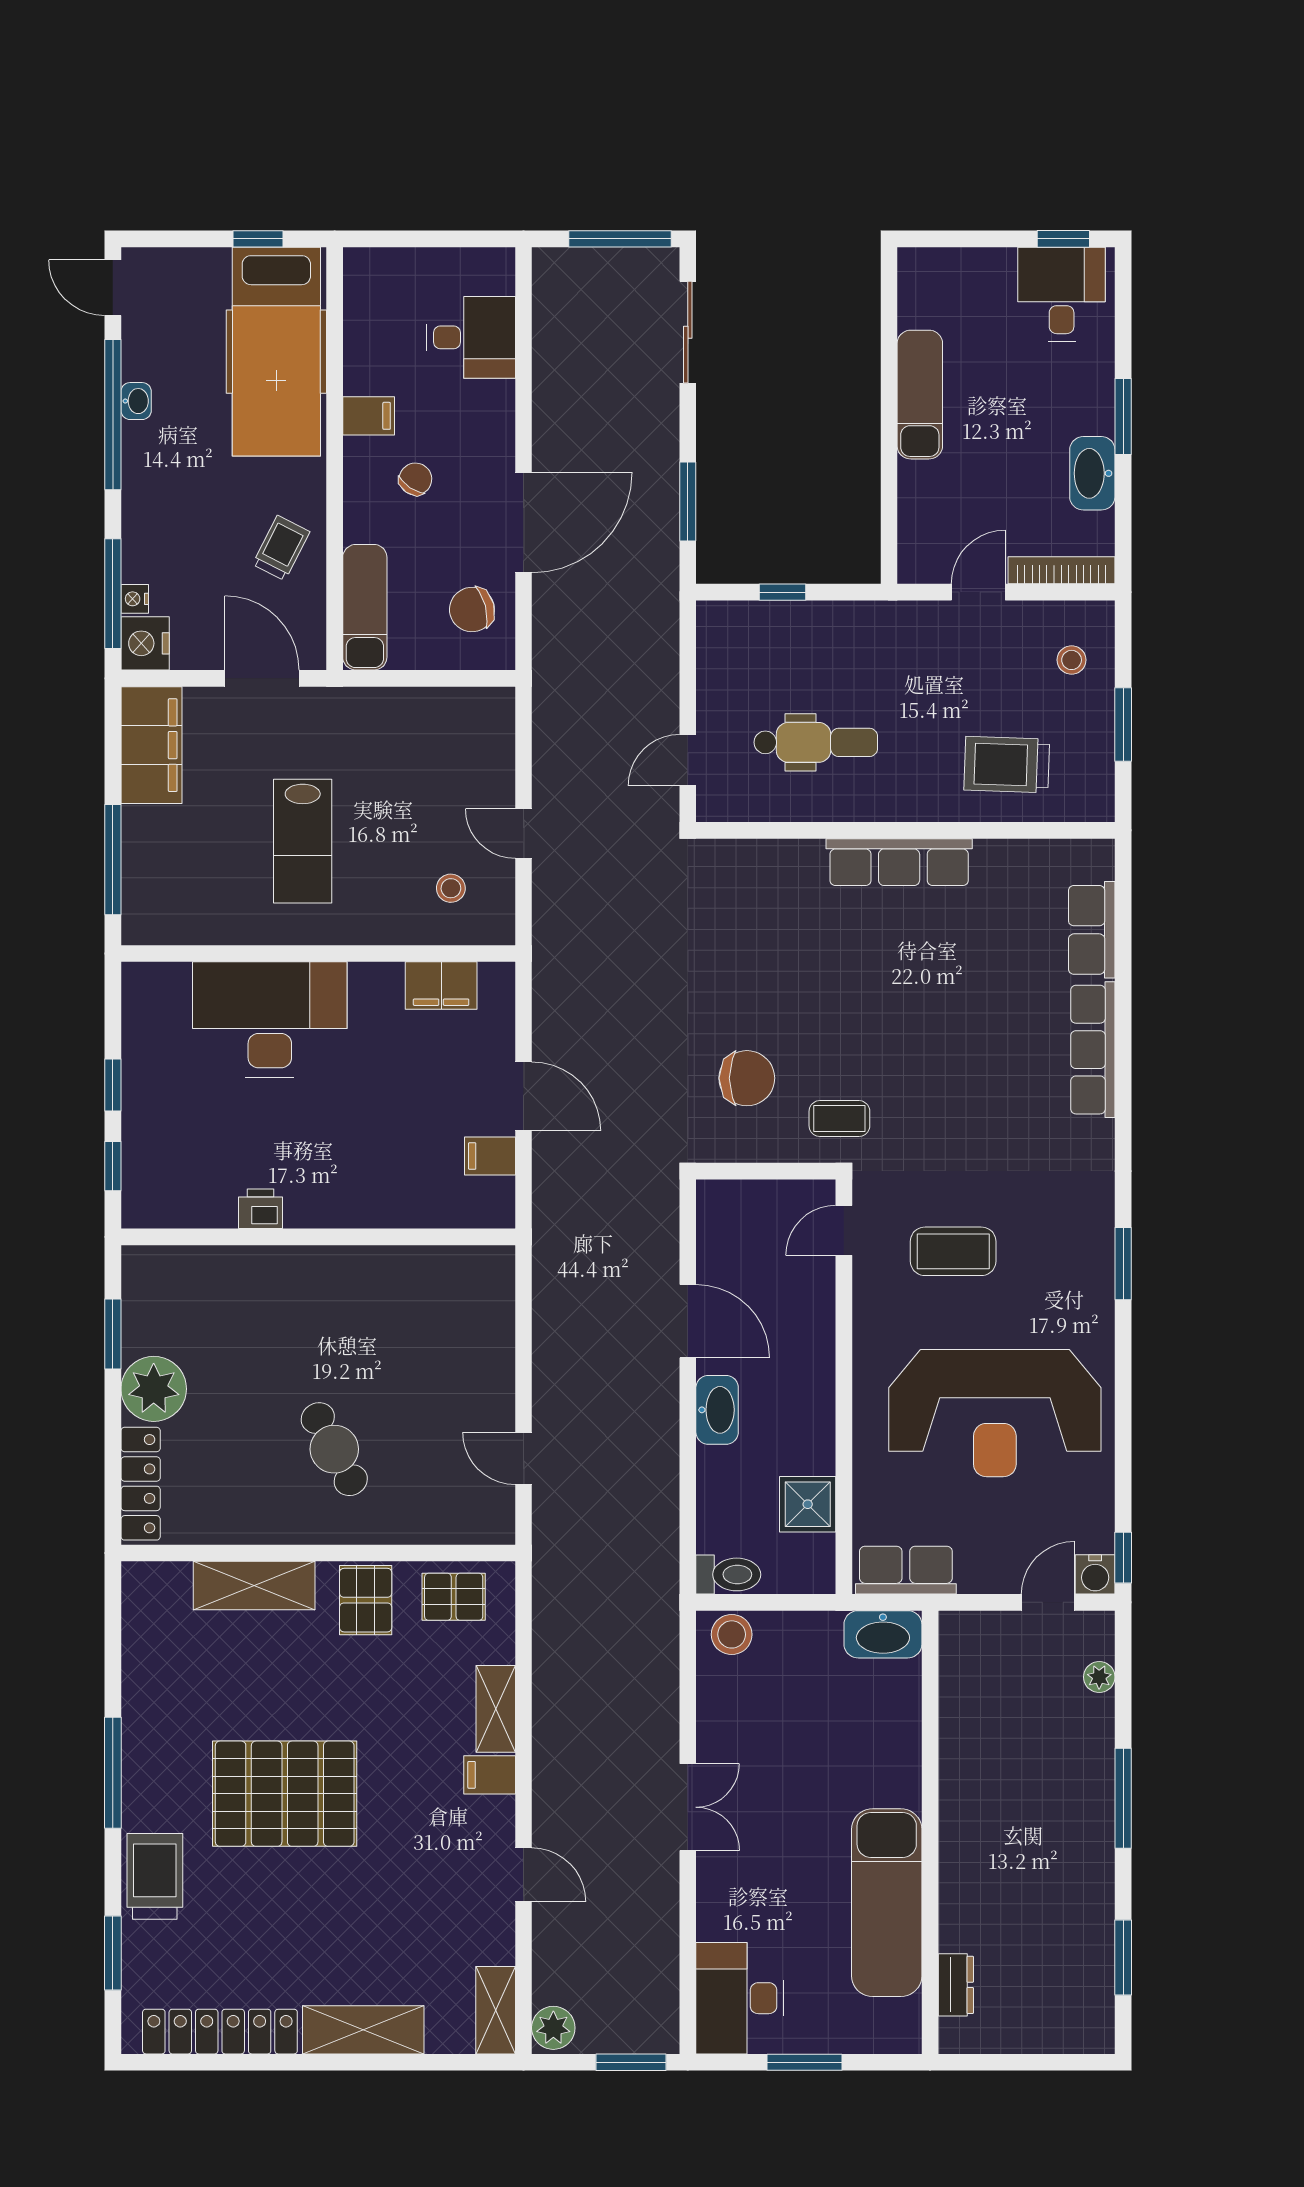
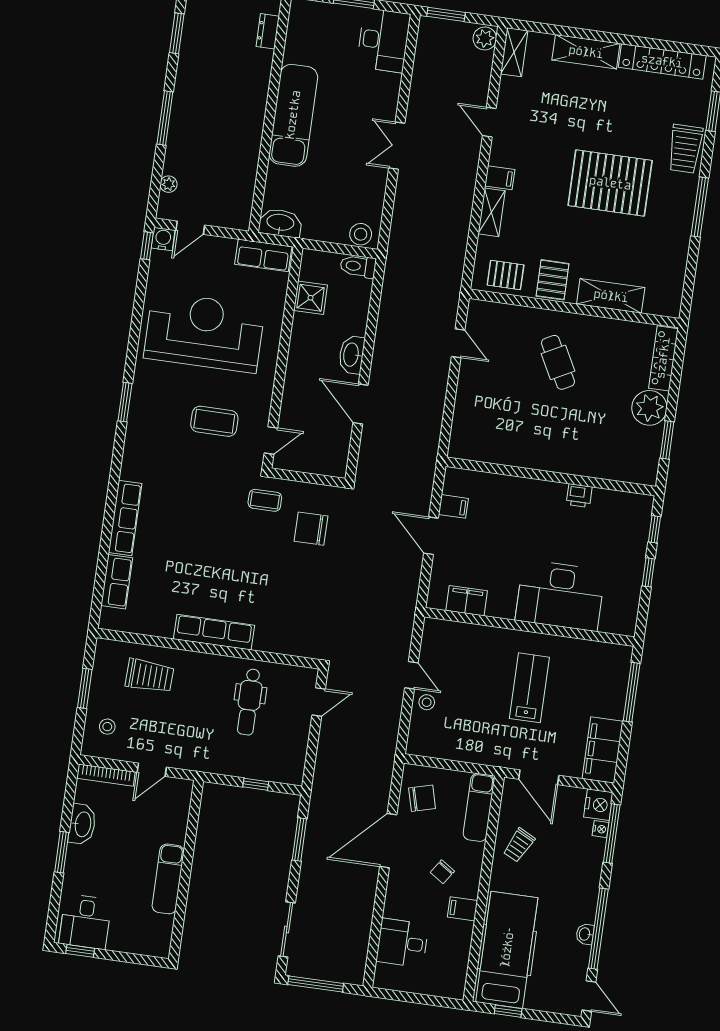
dental chair: (816, 742) -> (249, 702), turned -90
stool: (451, 888) -> (427, 702), moved
exam couch: (887, 1903) -> (293, 115), moved

